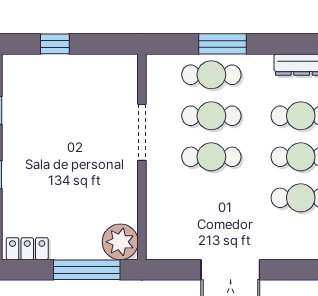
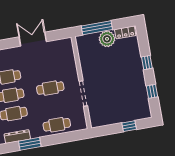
window: (223, 44) -> (30, 144), moved
cafe table: (211, 116) -> (54, 106), removed
plant: (120, 242) -> (107, 39), moved

